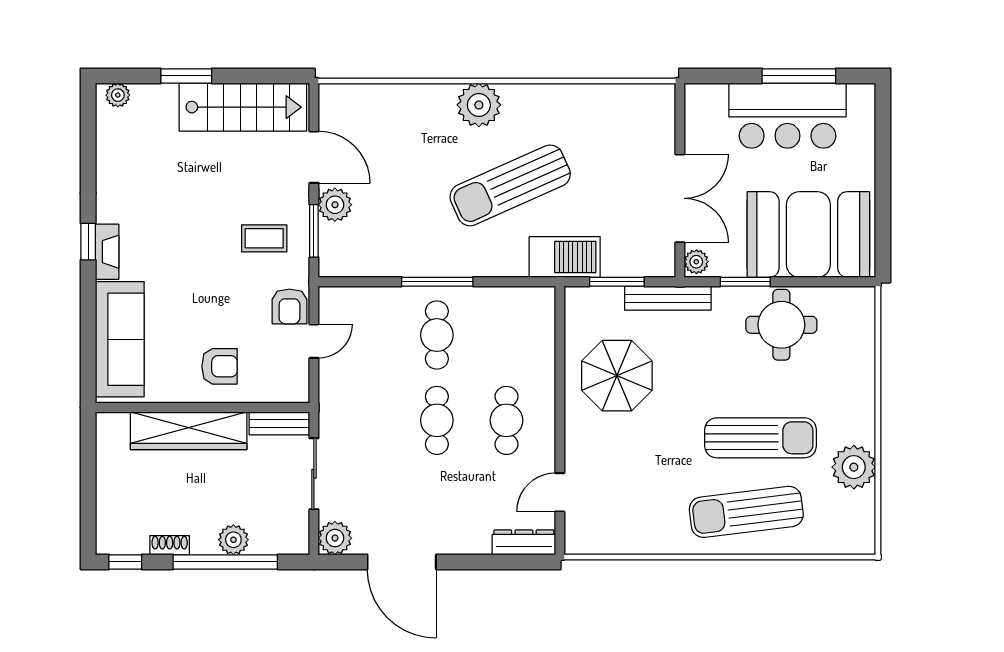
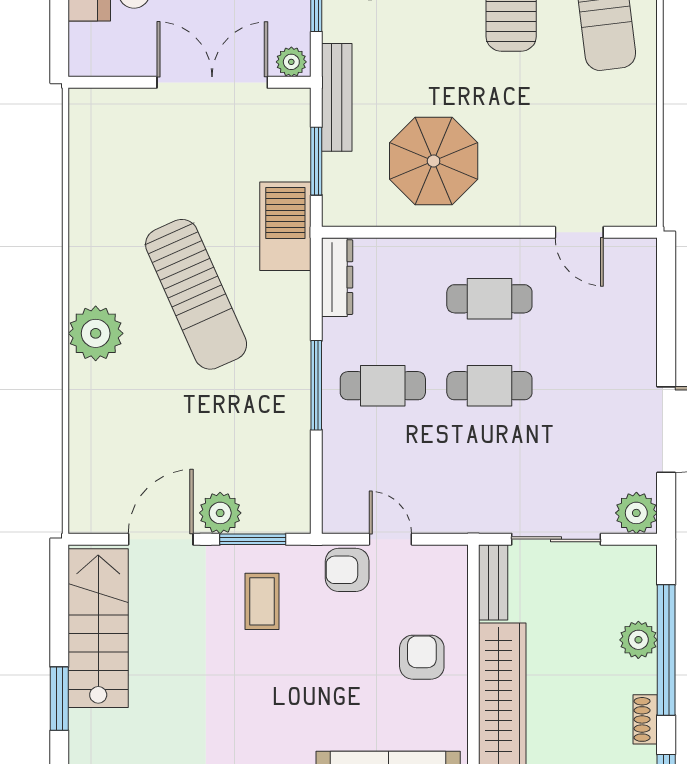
armchair: (289, 306) -> (347, 570), turned 180
dresser: (524, 542) -> (337, 277), moved, turned 180

